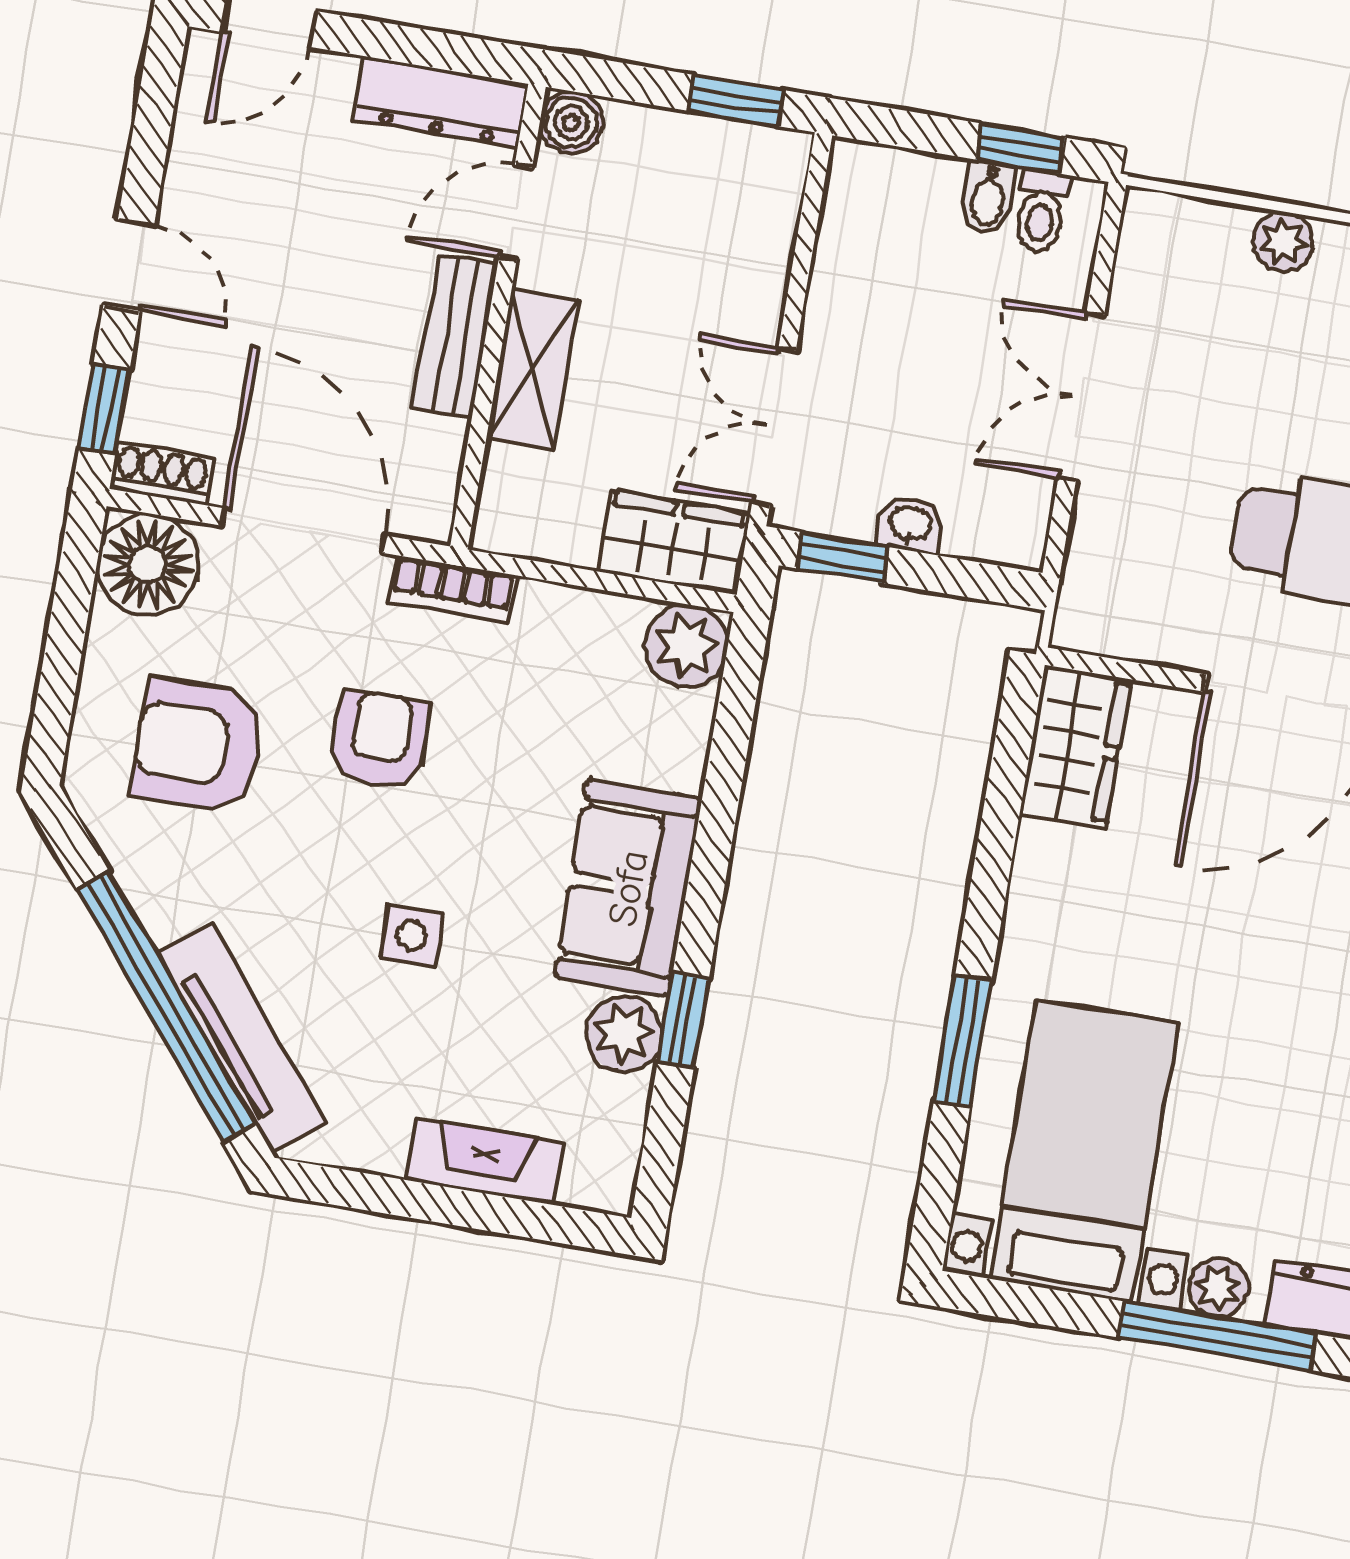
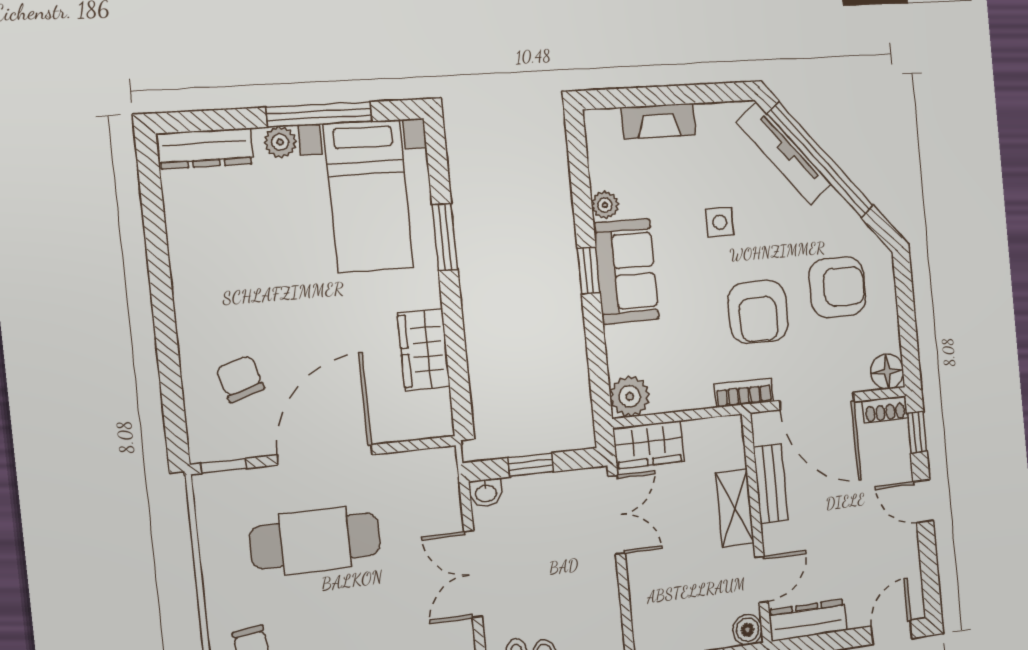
bench: (455, 336) -> (771, 484), moved
double door: (1081, 397) -> (473, 574), swing flipped
washbasin: (910, 525) -> (486, 493), moved
window: (843, 558) -> (531, 465), moved
floor lamp: (148, 564) -> (887, 372), width x0.73, depth x0.73
armchair: (380, 740) -> (758, 312), width x1.38, depth x1.38
wardrobe: (1075, 747) -> (424, 350), moved
window: (683, 1020) -> (589, 270), moved
plant: (624, 1034) -> (605, 205), width x0.73, depth x0.73
window: (1217, 1336) -> (319, 114), moved

